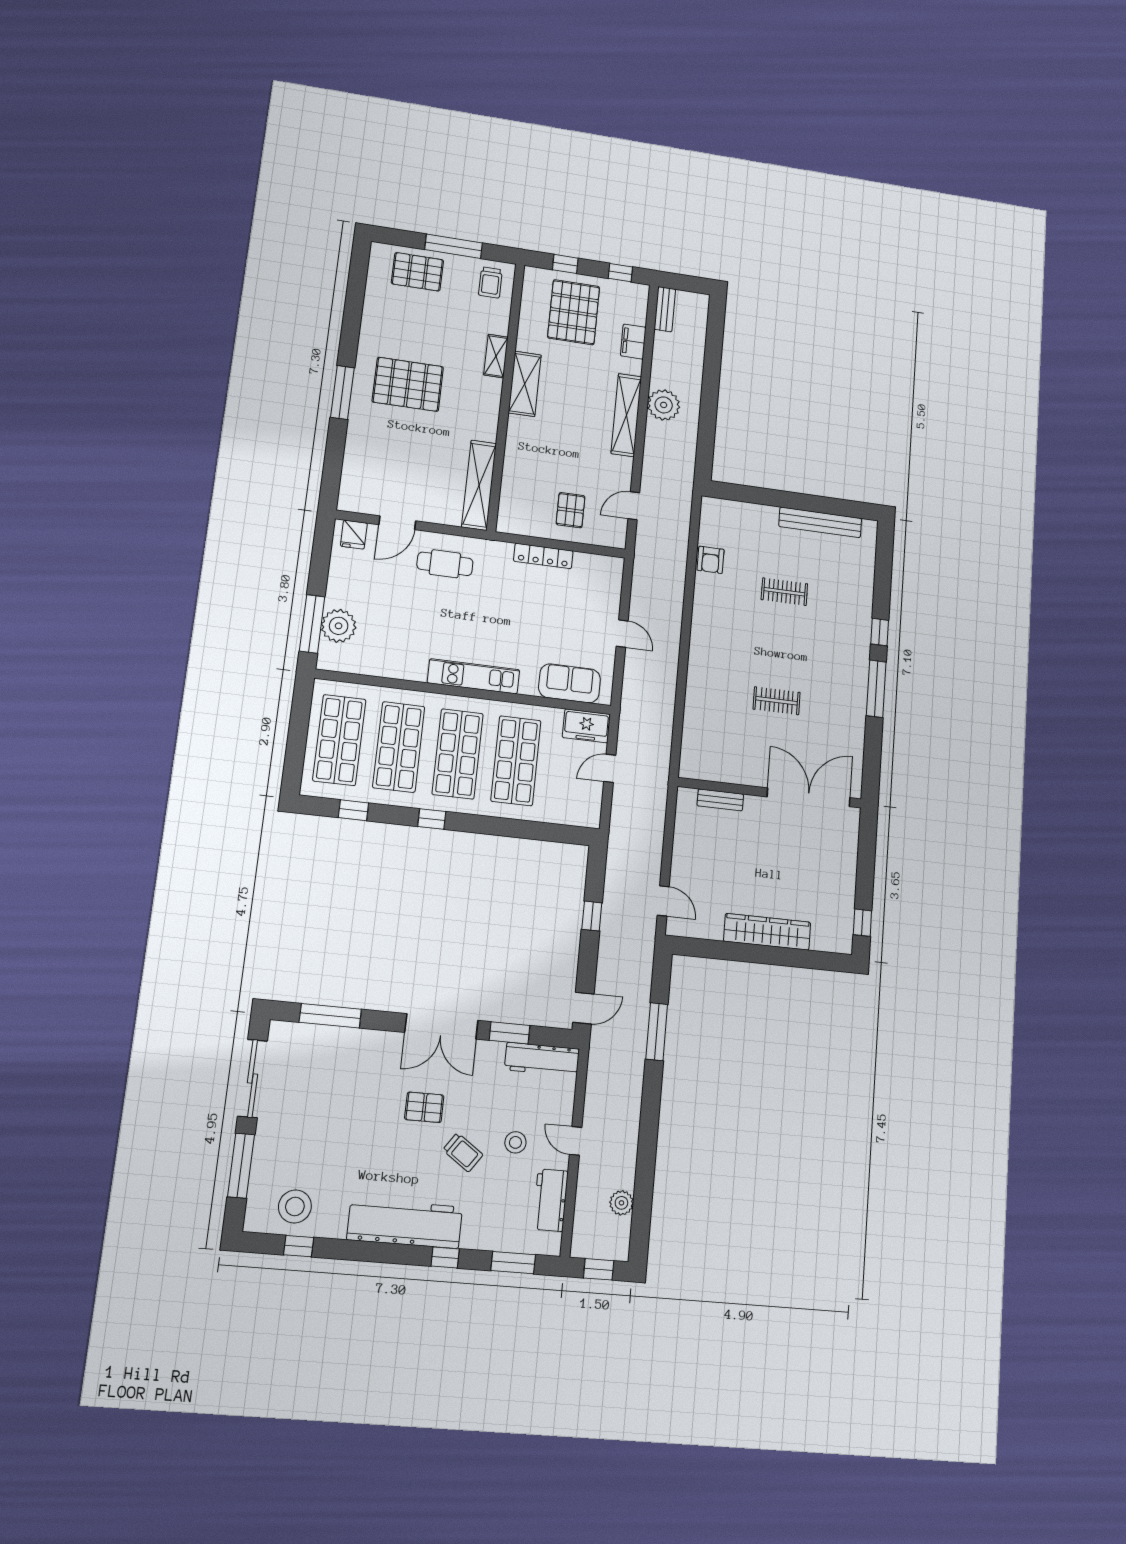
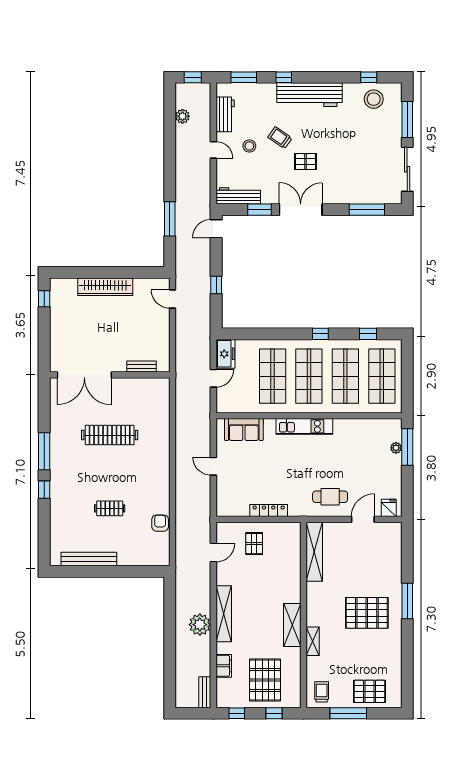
plant: (339, 626) -> (396, 448), width x0.53, depth x0.53
clothes rail: (777, 701) -> (110, 435), width x1.86, depth x1.31
freezer: (586, 726) -> (226, 354), moved, turned 90

